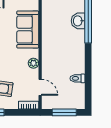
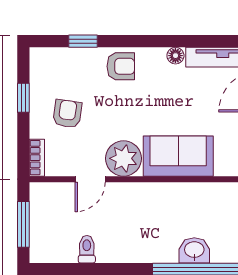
plant: (33, 63) -> (124, 158), width x1.88, depth x1.88
door: (40, 87) -> (90, 179), moved

